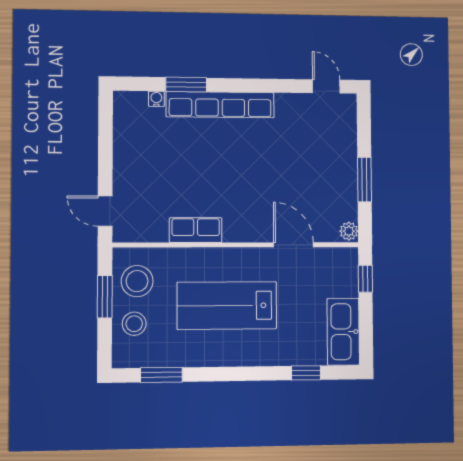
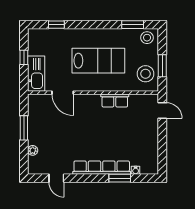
door: (326, 86) -> (56, 178), moved
plant: (349, 231) -> (33, 150), moved
window: (365, 279) -> (24, 57), moved
stool: (134, 324) -> (147, 38), moved
kitchen sink: (343, 332) -> (36, 74), moved

